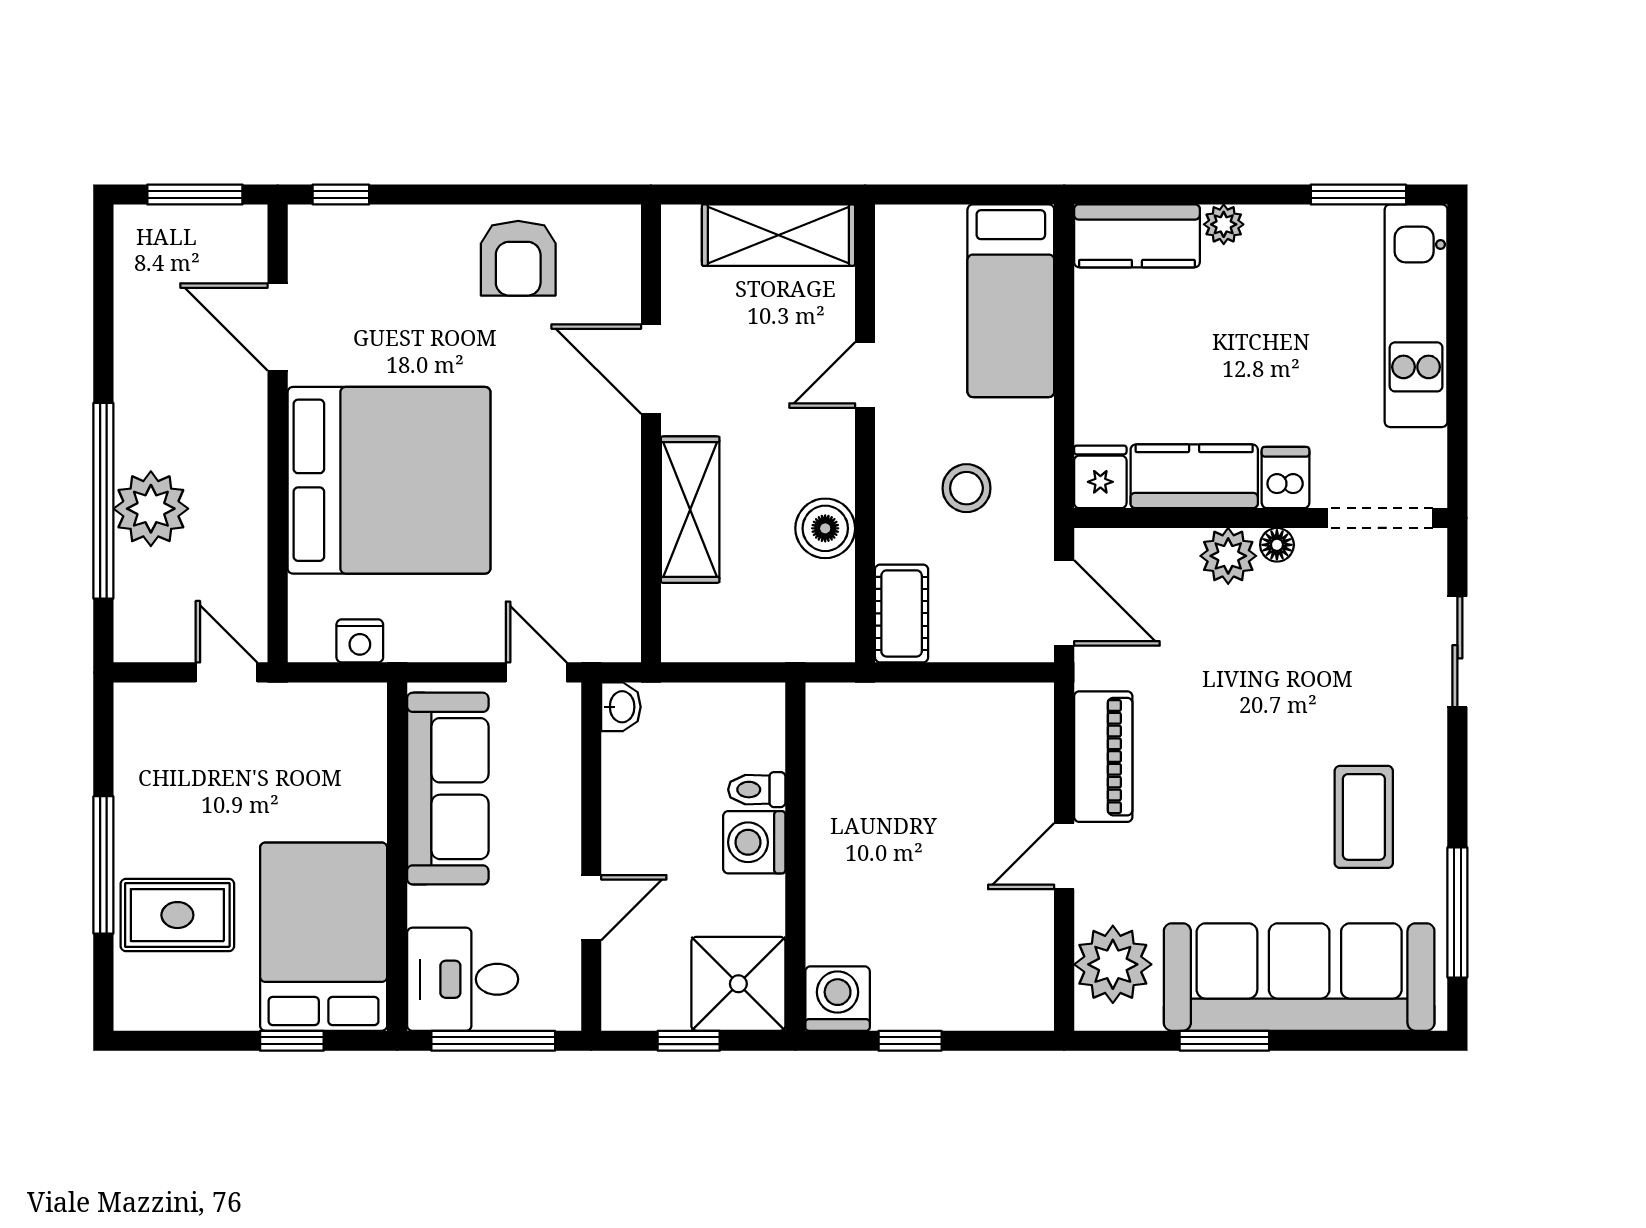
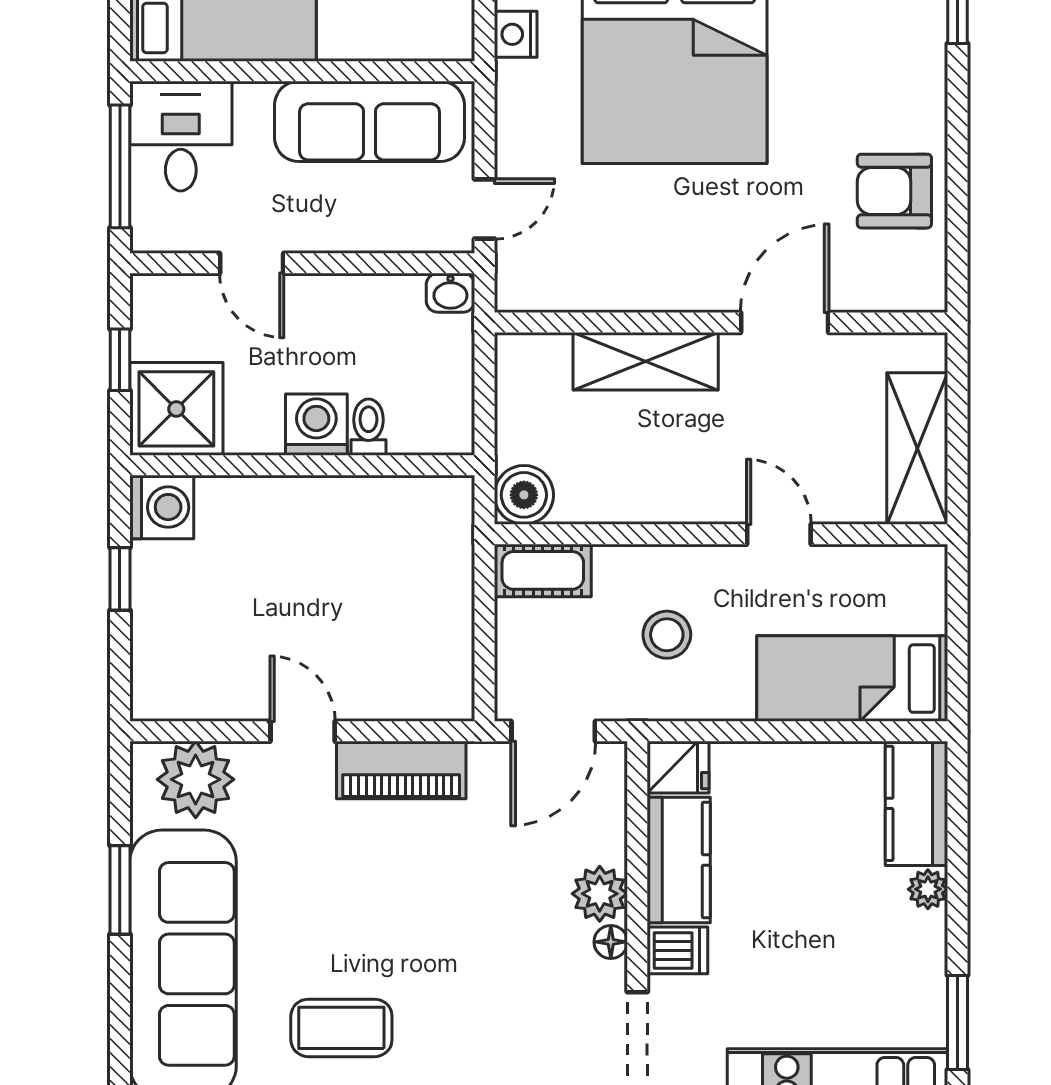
boiler: (825, 528) -> (524, 495), moved

